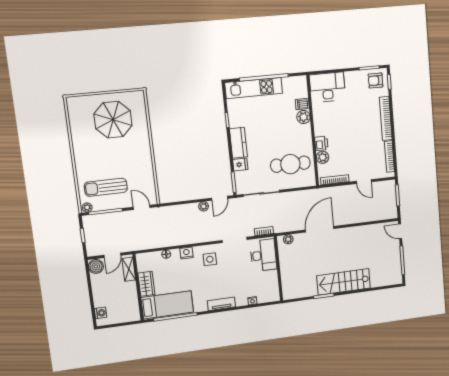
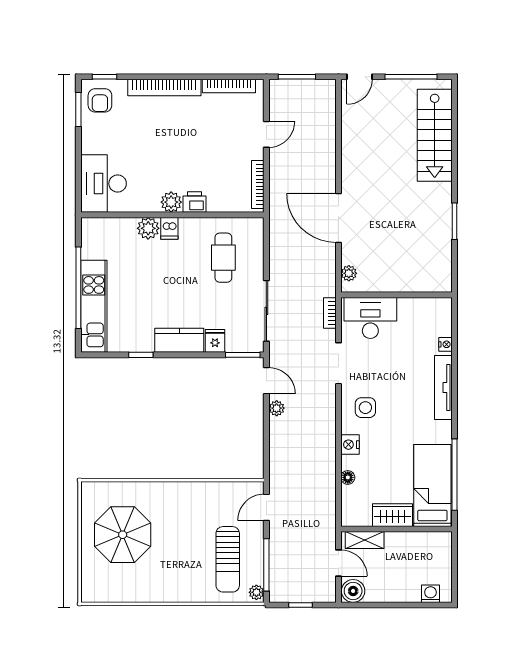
dishwasher: (302, 104) -> (169, 228), moved
plant: (323, 157) -> (171, 202), moved
cafe table: (290, 164) -> (223, 258), width x0.73, depth x0.74
stairs: (344, 282) -> (435, 135), moved
tv unit: (221, 304) -> (443, 387), width x1.41

